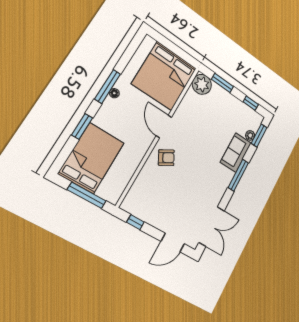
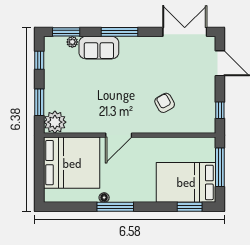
floor lamp: (114, 93) -> (104, 198), moved
window: (82, 126) -> (190, 207), moved
armchair: (166, 158) -> (165, 103), moved

